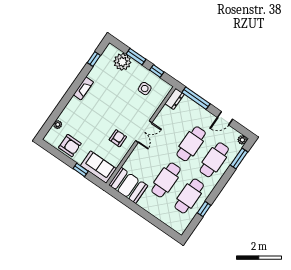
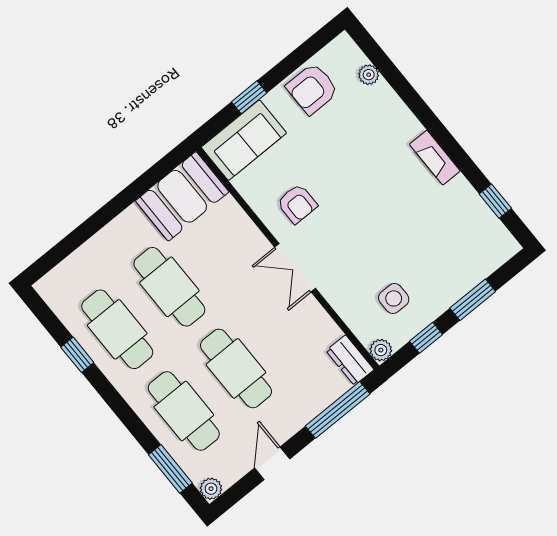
plant: (122, 62) -> (381, 350), moved, width x0.53, depth x0.53

